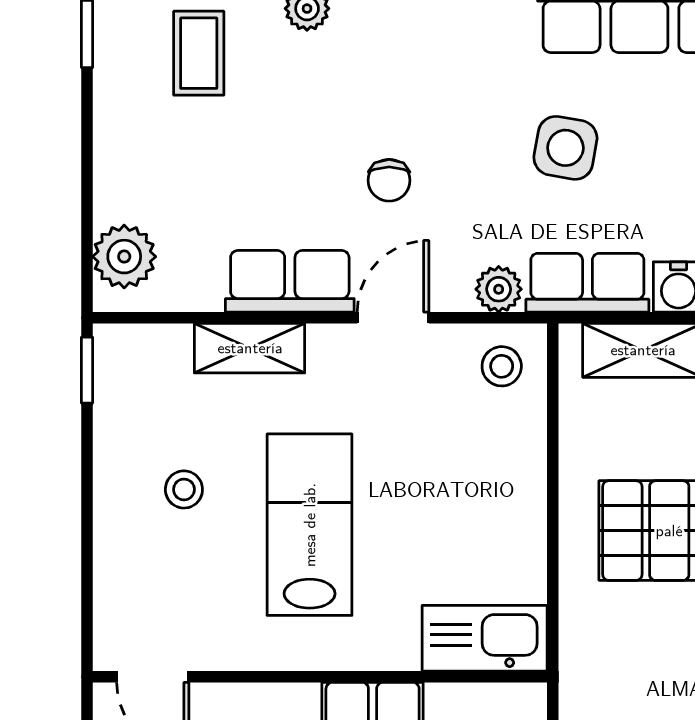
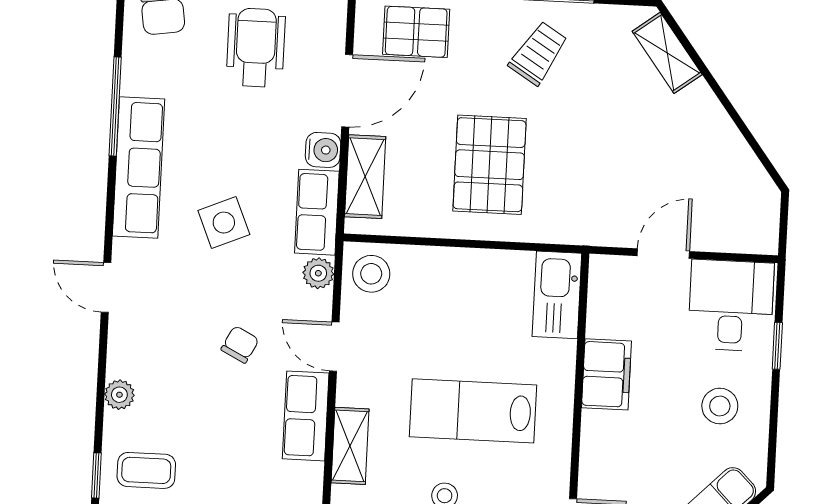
side table: (565, 148) -> (224, 223), turned -33
chair: (389, 180) -> (240, 344), turned -63
stool: (502, 366) -> (371, 274), width x1.37, depth x1.37

